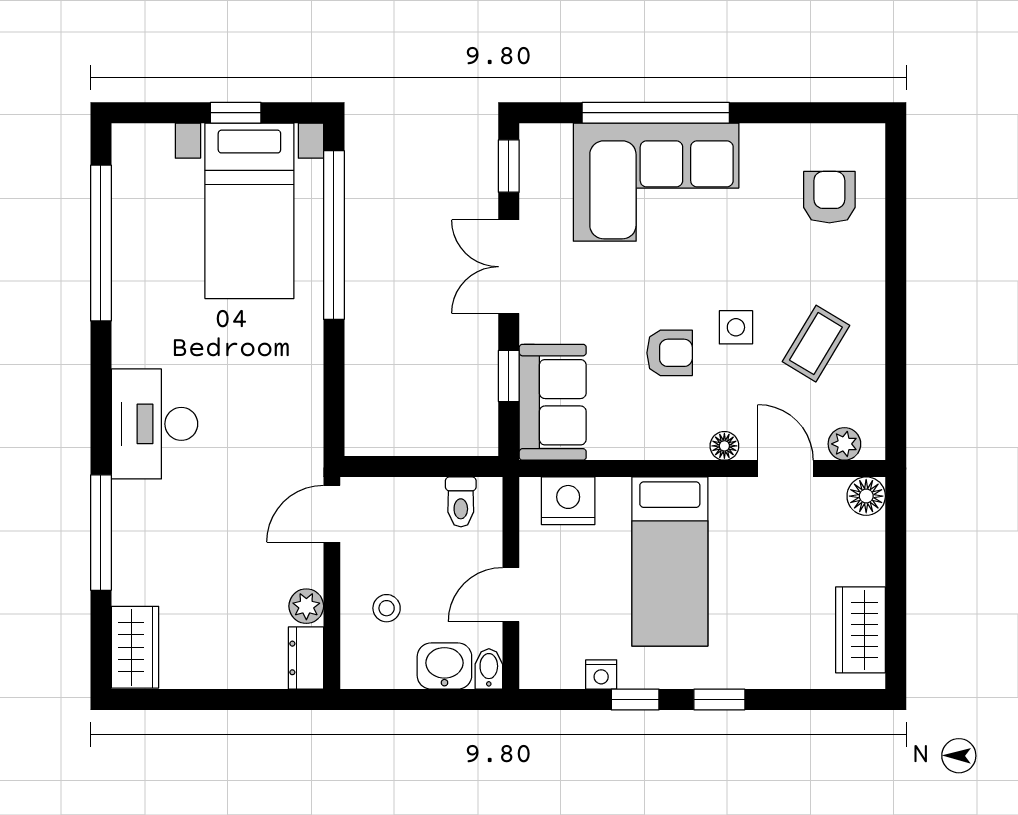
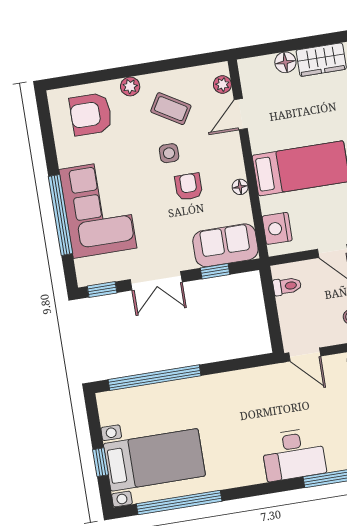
window: (236, 113) -> (101, 462), moved
armchair: (829, 197) -> (91, 114), width x1.38, depth x1.38
bed with nightstands: (249, 211) -> (154, 460), moved
plant: (868, 276) -> (130, 86), added
desk: (155, 424) -> (294, 454), moved
floor lamp: (724, 446) -> (240, 187), moved
floor lamp: (866, 496) -> (285, 62), moved

